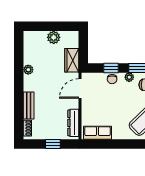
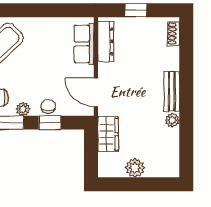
door: (80, 88) -> (96, 92), swing flipped
bench: (29, 106) -> (172, 91), moved
row of seats: (97, 133) -> (84, 44), moved, turned 90

